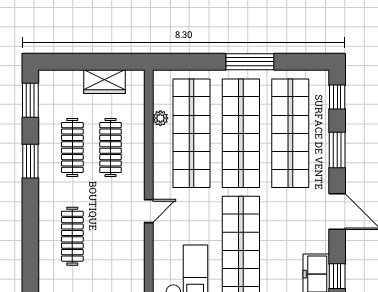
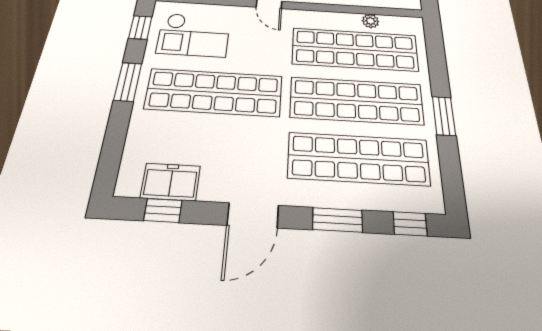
window: (250, 62) -> (444, 116), width x0.69

